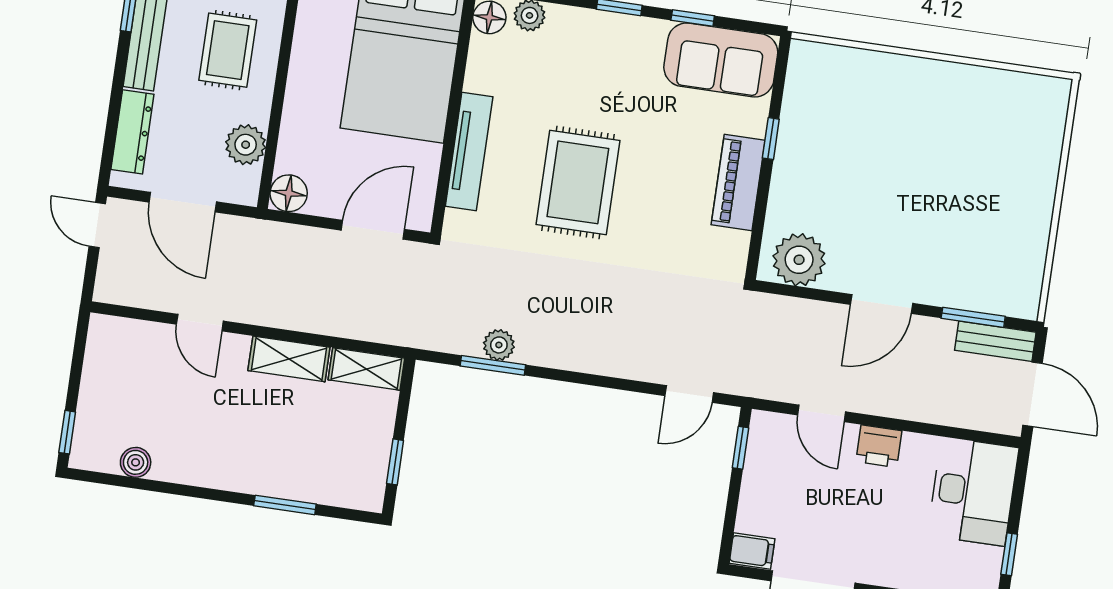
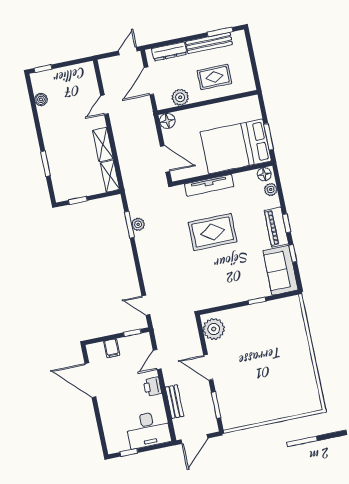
piano: (738, 183) -> (276, 227), moved, turned -90
bench: (995, 341) -> (175, 402), moved
filing cabinet: (752, 551) -> (112, 348), moved

